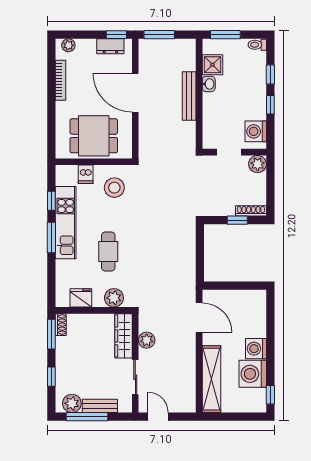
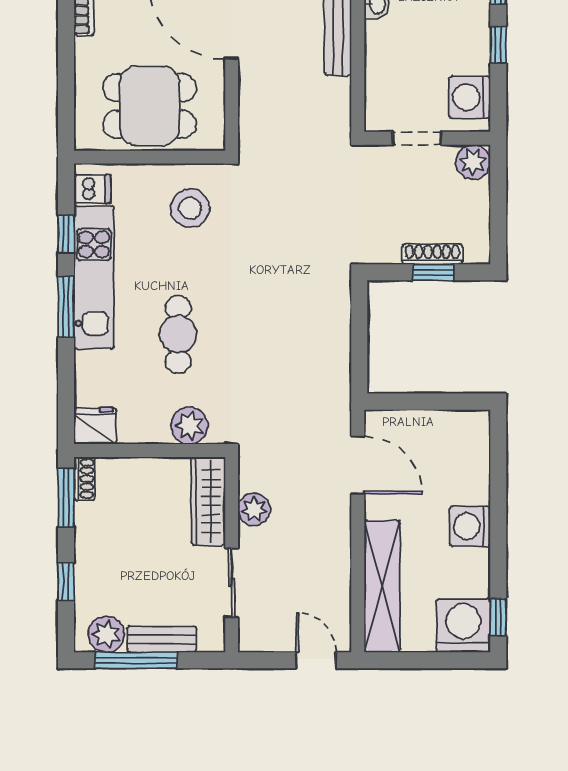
dishwasher: (86, 174) -> (92, 189), moved, turned -90
shoe rack: (251, 211) -> (432, 254), moved
fridge: (81, 298) -> (95, 426), moved
washing machine: (253, 374) -> (463, 626), moved, turned 90
door: (158, 417) -> (316, 660), moved

